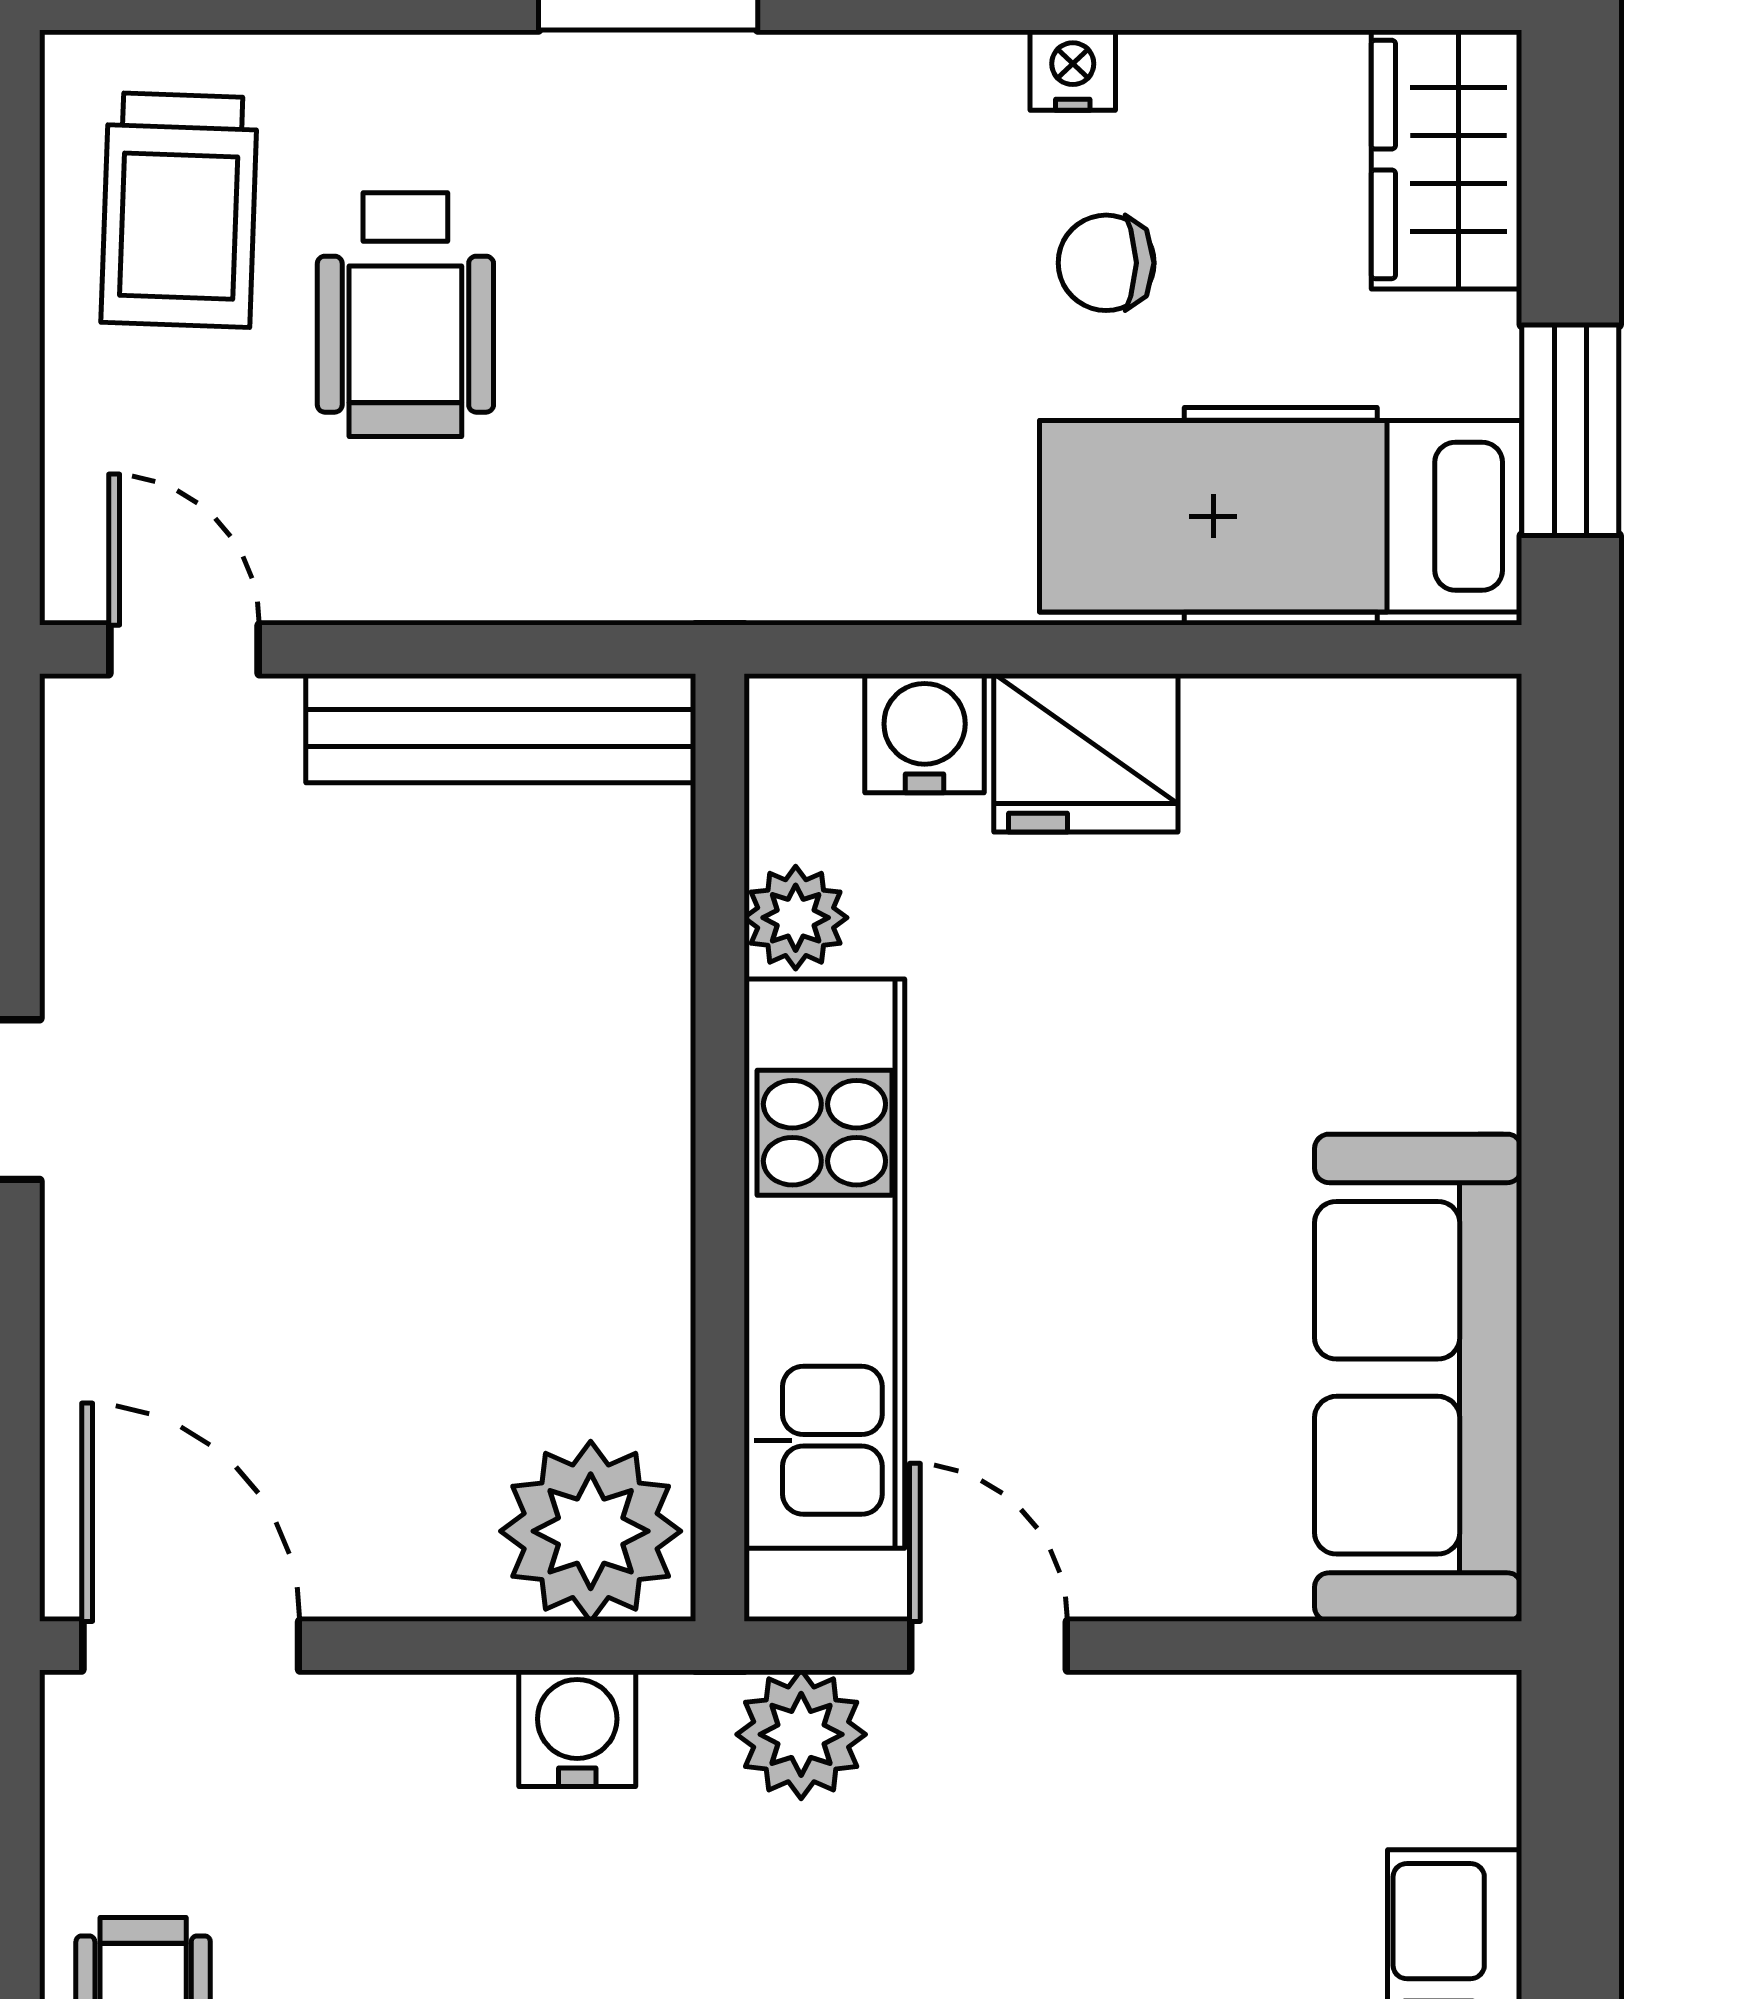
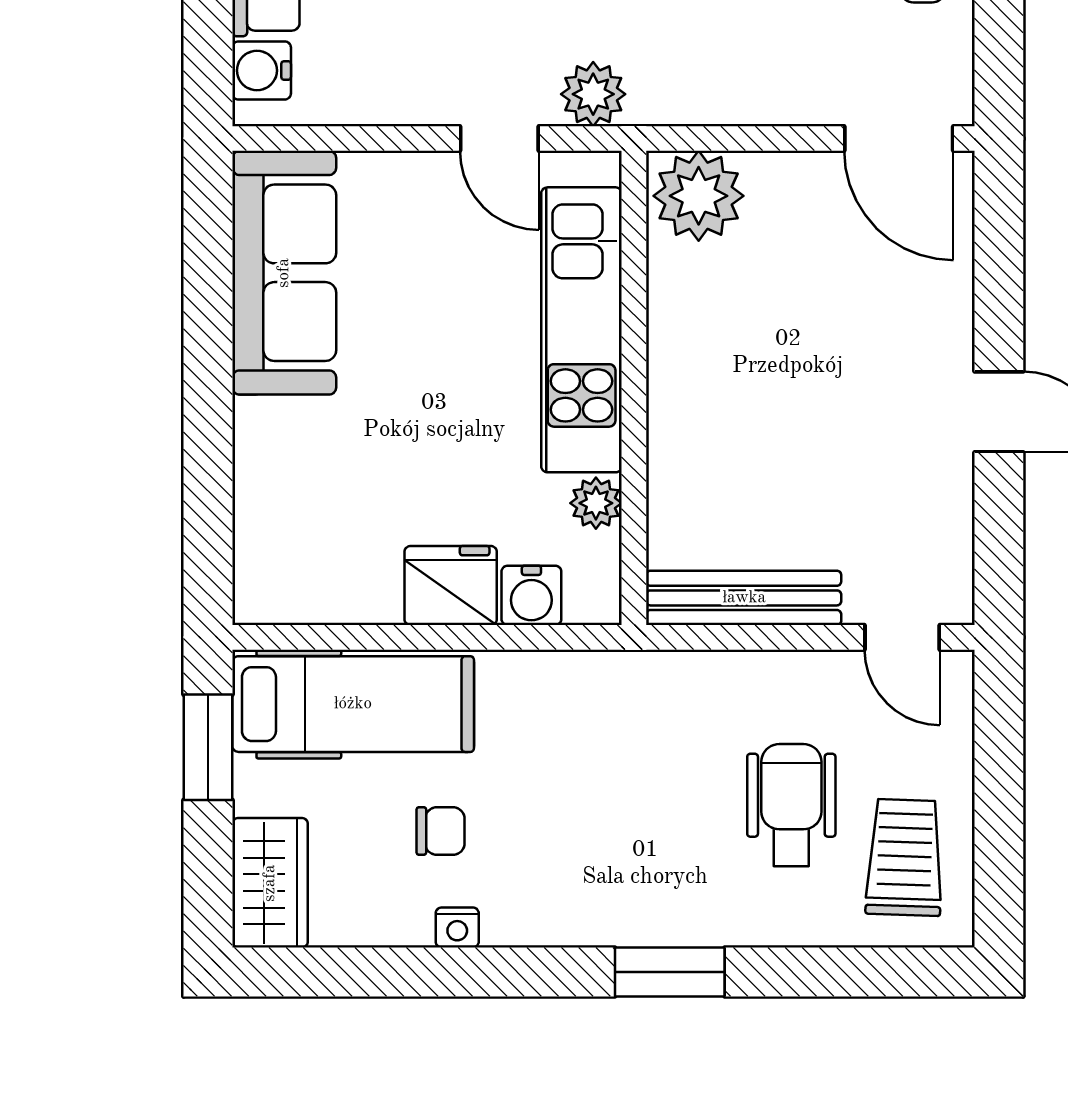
water cooler: (577, 1728) -> (262, 70), moved, turned 90

